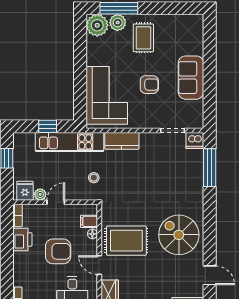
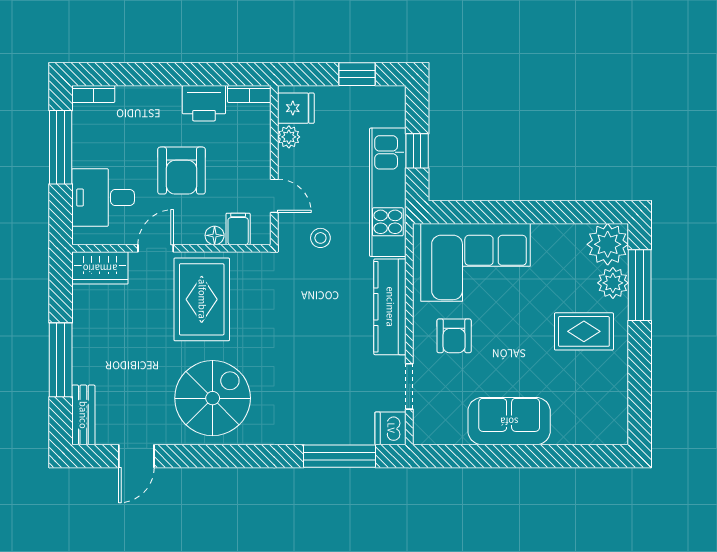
armchair: (149, 85) -> (454, 336), moved
kitchen counter: (122, 141) -> (390, 307), width x1.50
door: (56, 202) -> (274, 196), moved

